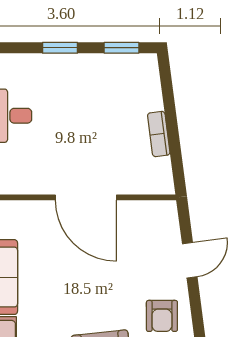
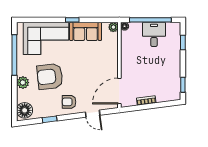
window: (60, 48) -> (183, 42), moved
door: (86, 197) -> (119, 91), moved

